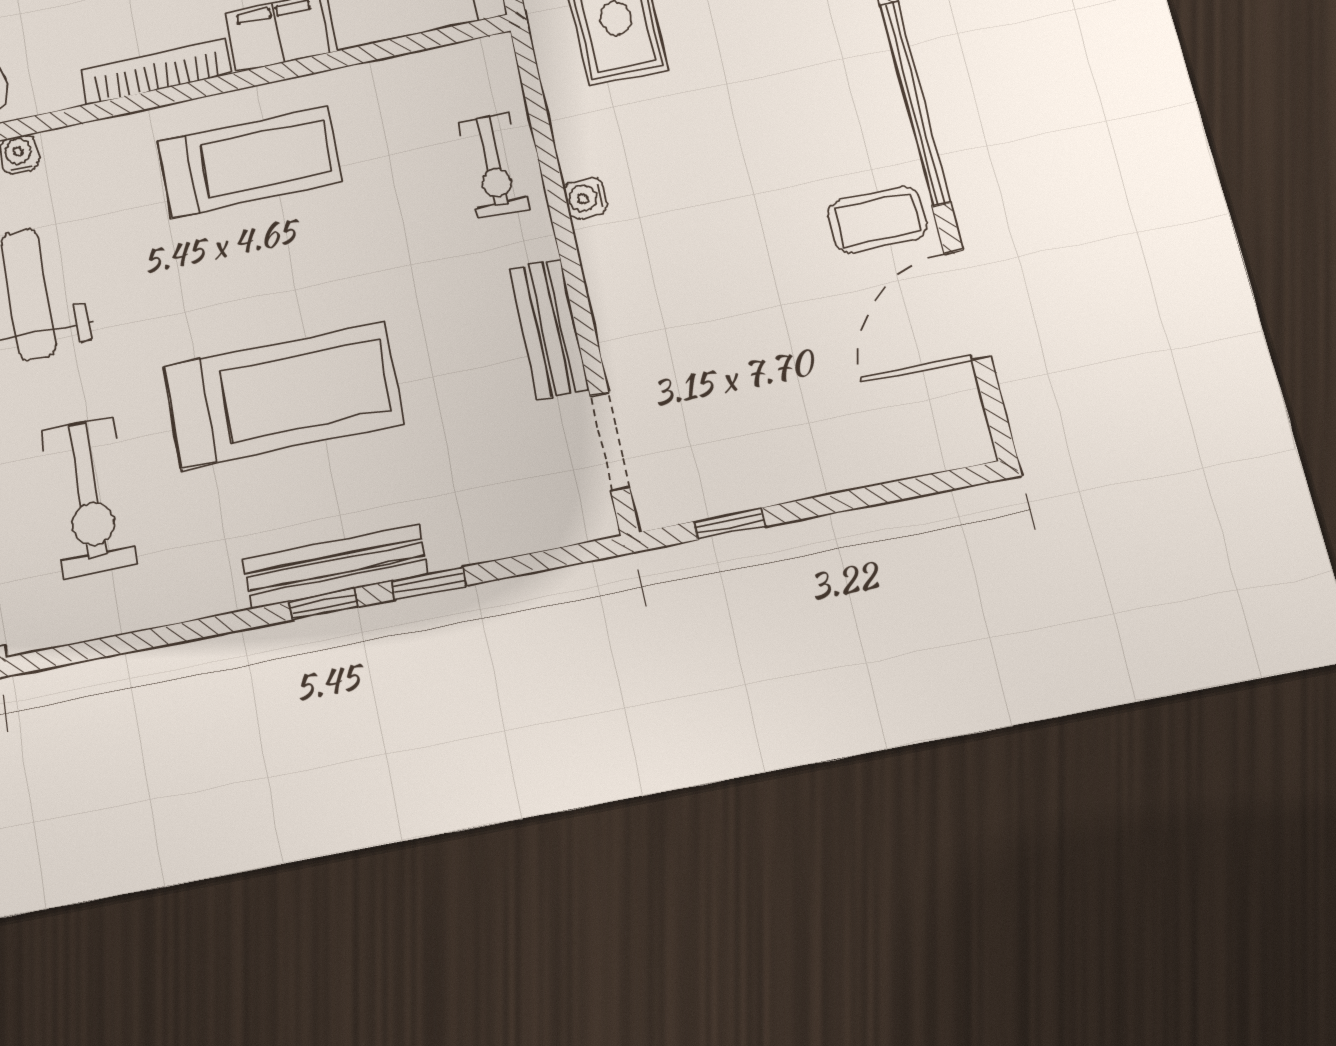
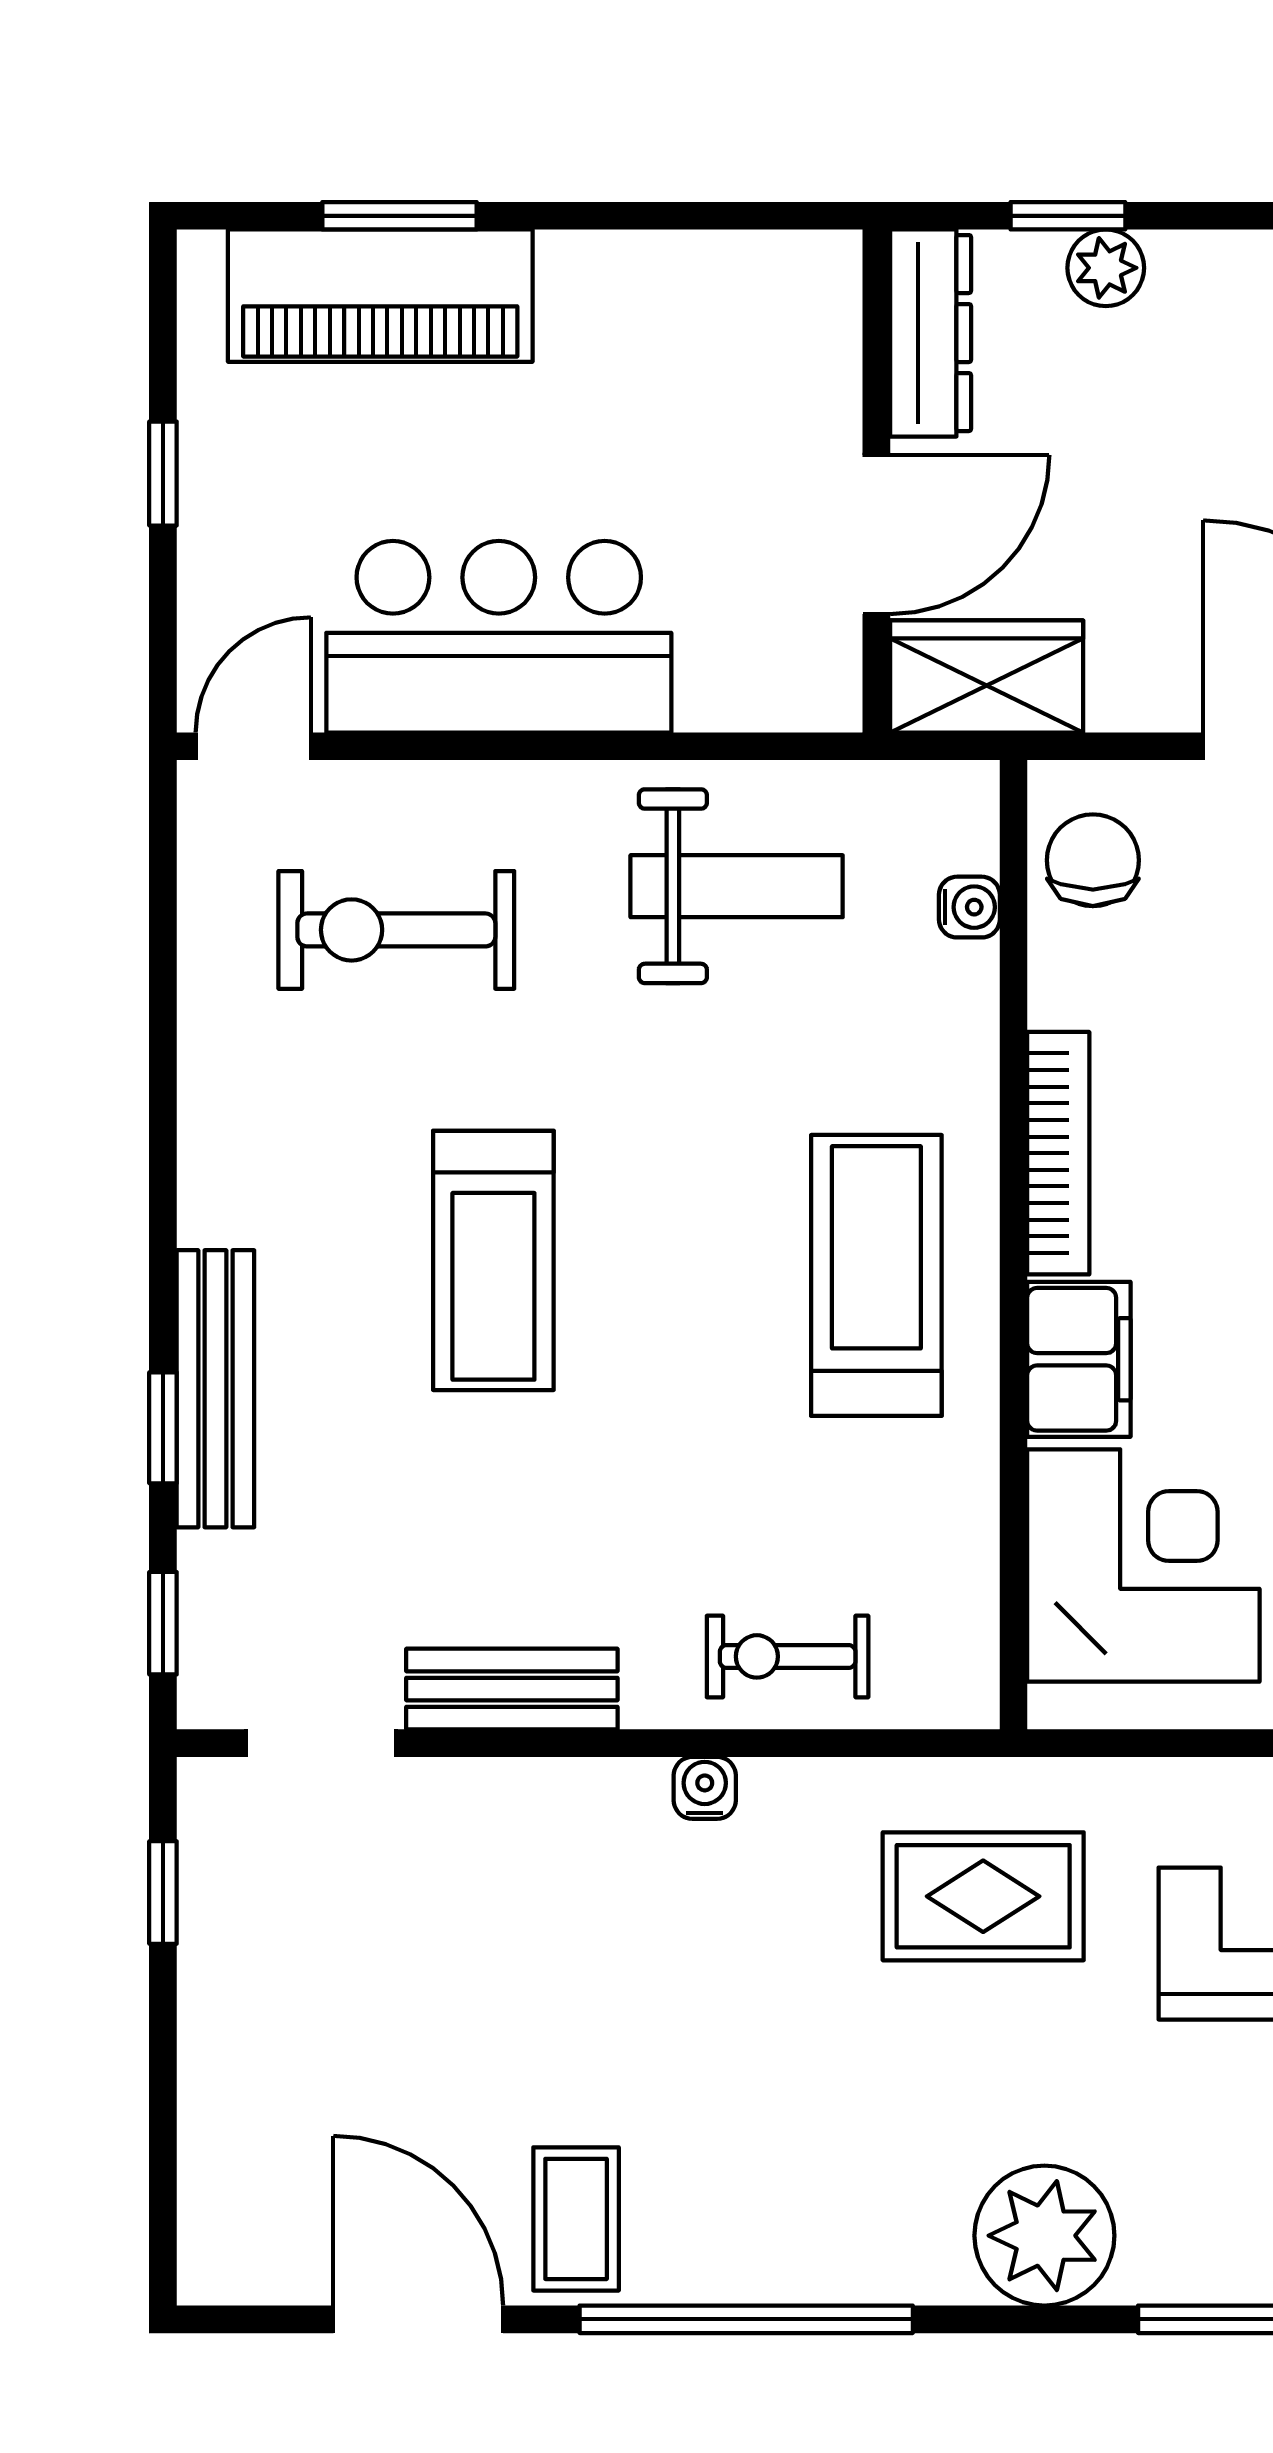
treadmill: (249, 162) -> (876, 1275), turned 180
treadmill: (283, 395) -> (493, 1260), width x0.73, depth x0.73
bench: (335, 567) -> (215, 1389), moved
window: (324, 604) -> (163, 1623), moved

